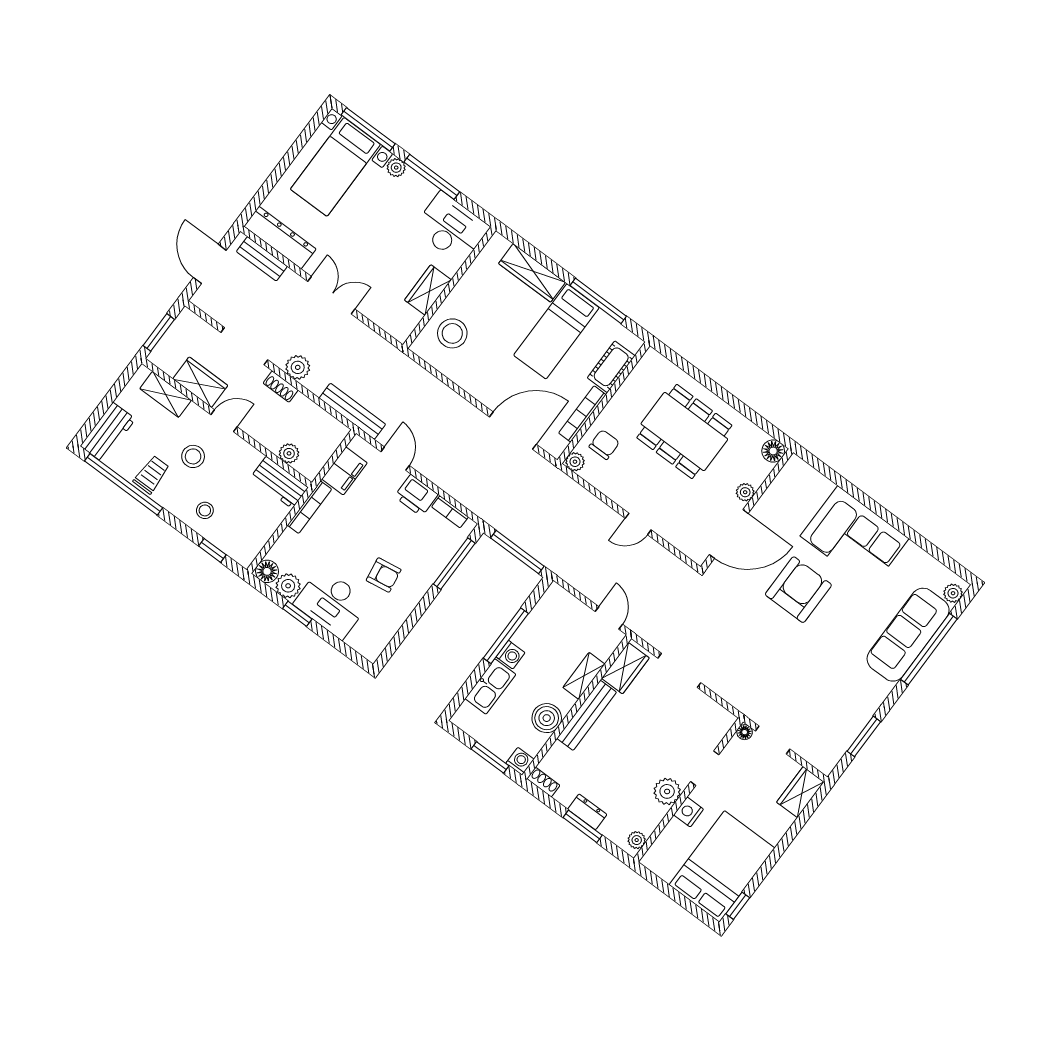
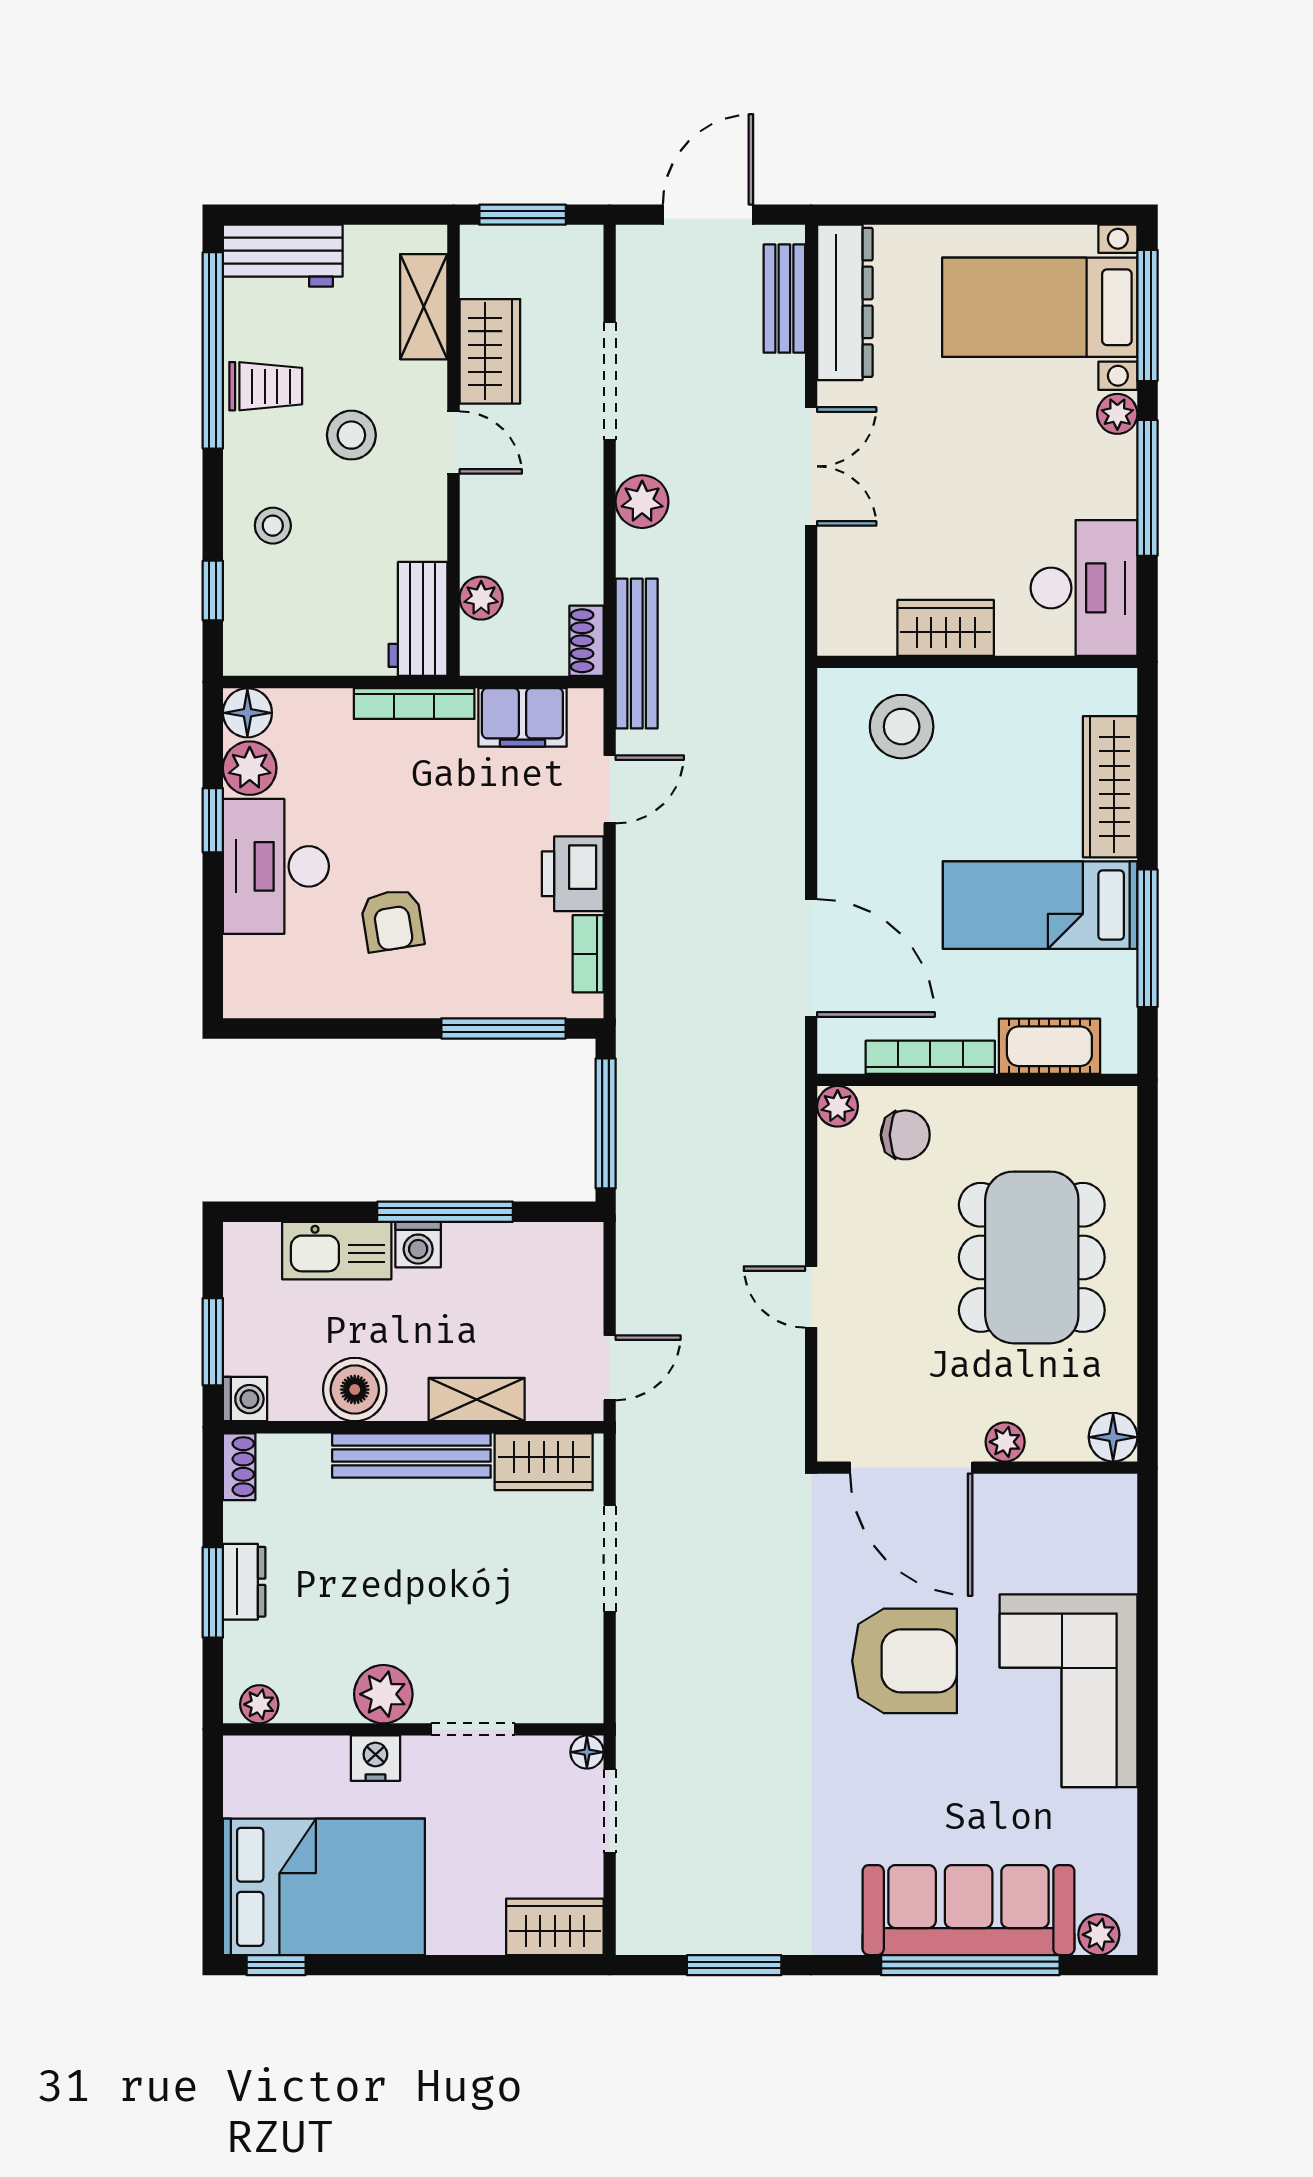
shoe rack: (281, 387) -> (587, 641), moved

